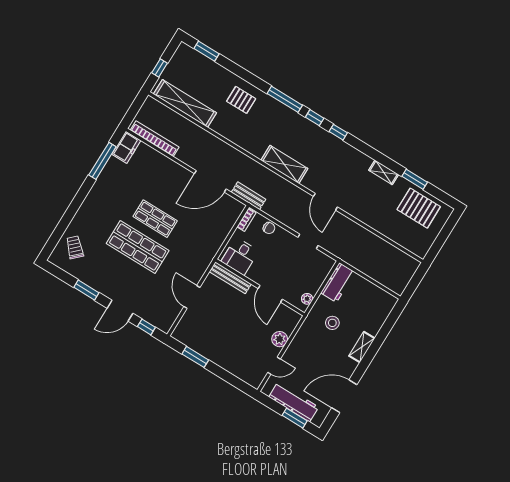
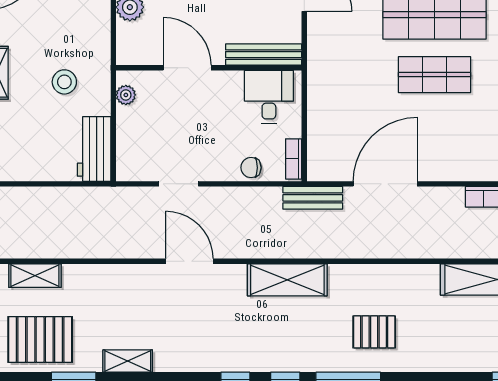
pallet: (241, 100) -> (374, 332), moved
shelving: (403, 240) -> (35, 276), added

